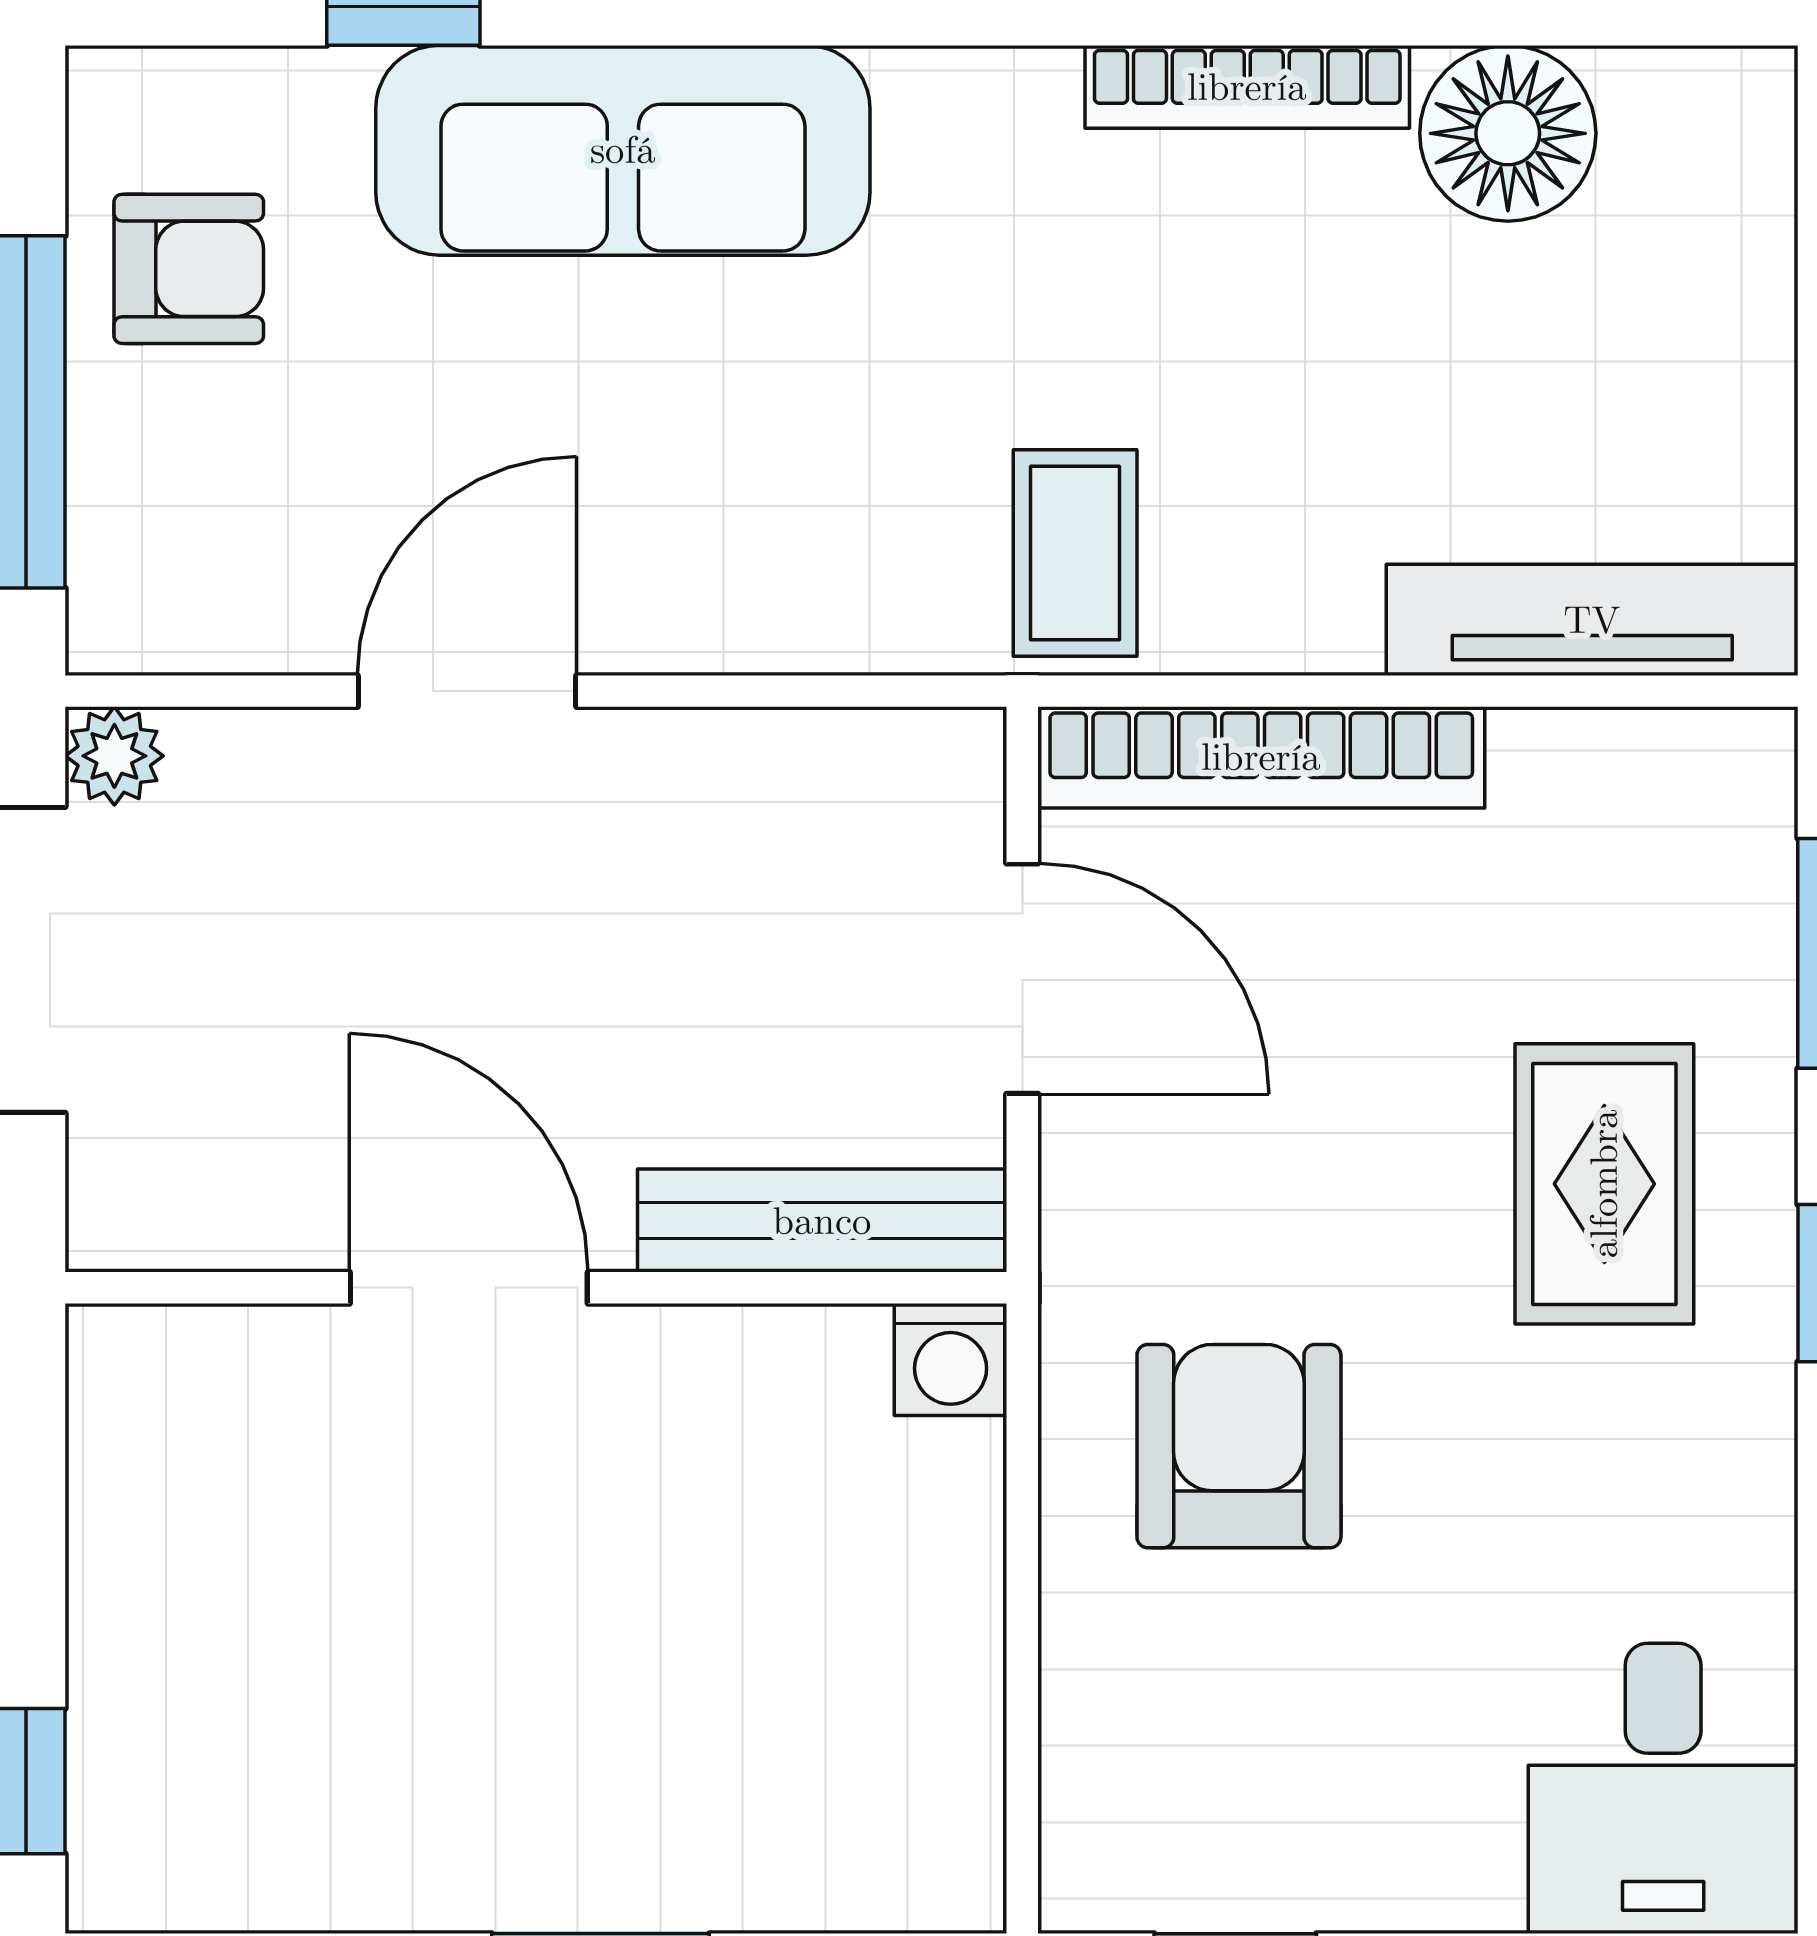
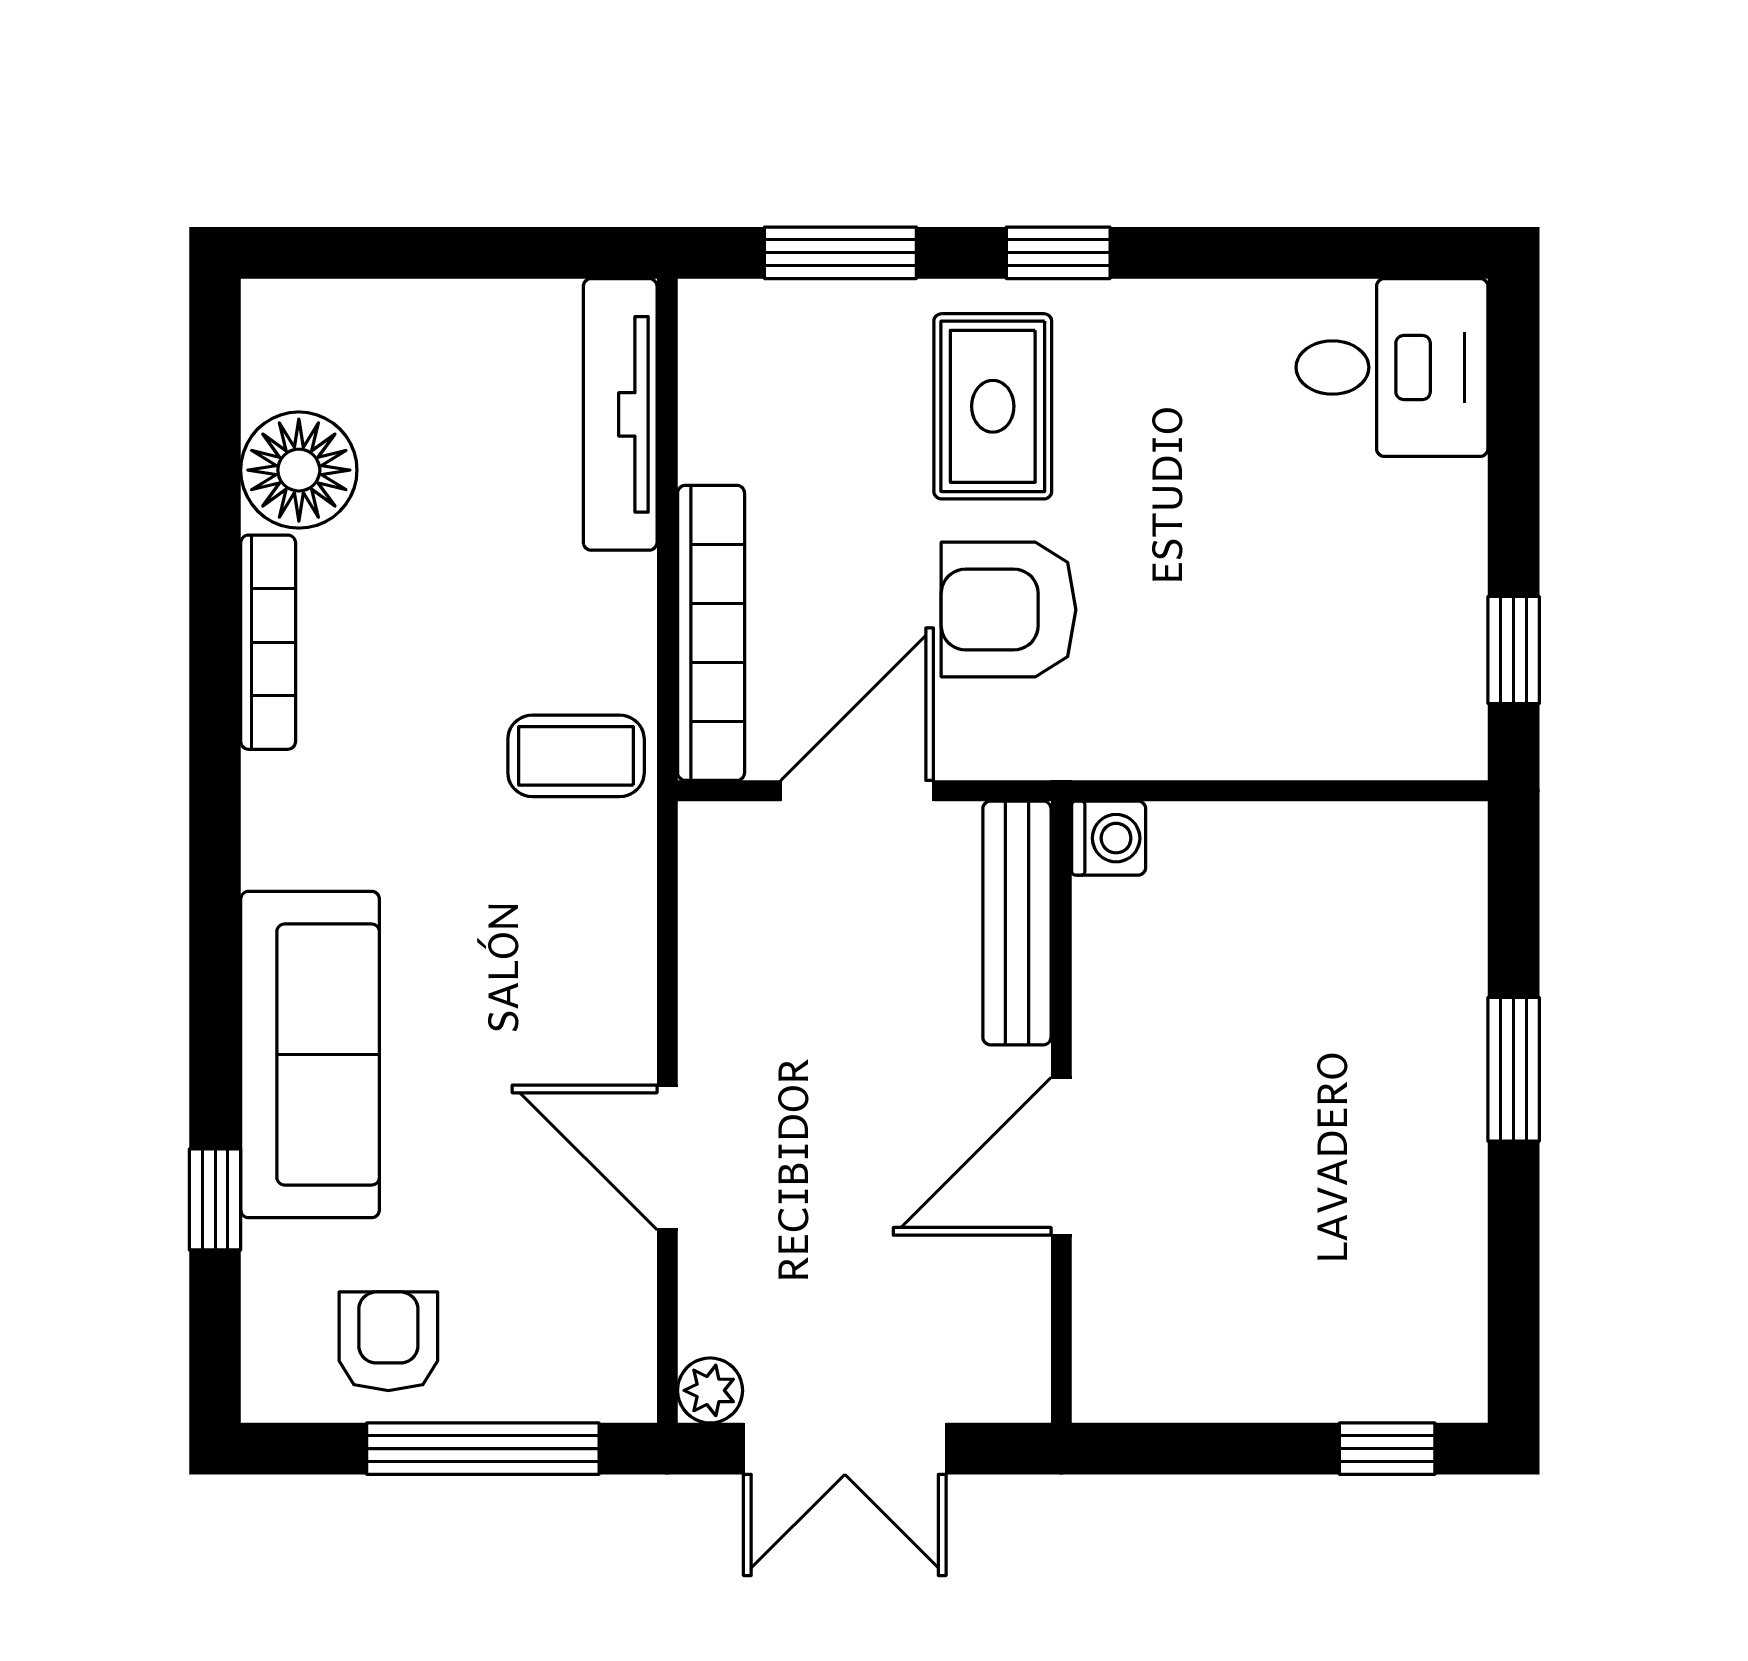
rug: (1604, 1184) -> (993, 406), turned 90
armchair: (1239, 1446) -> (1009, 610), moved

